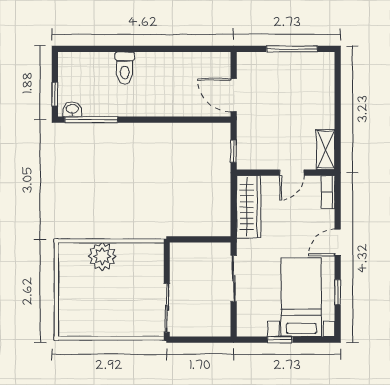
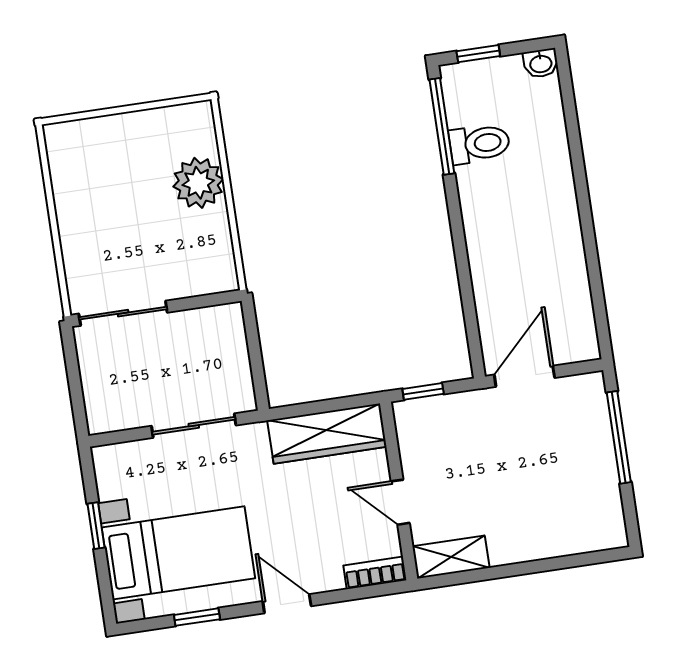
window: (292, 49) -> (619, 437), moved
toilet: (125, 68) -> (480, 144), moved, turned 180
washbasin: (72, 109) -> (541, 63), moved, turned 90

